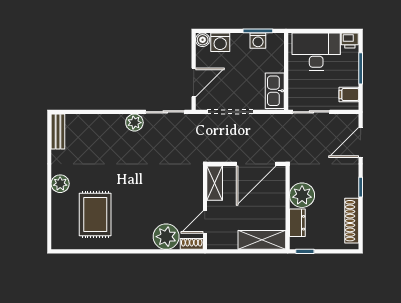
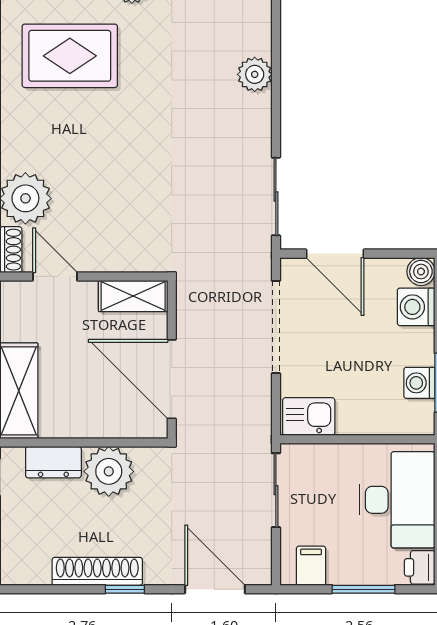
kitchen sink: (275, 91) -> (309, 417), width x0.73
plant: (134, 123) -> (255, 74), moved
shoe rack: (352, 221) -> (97, 571), moved

